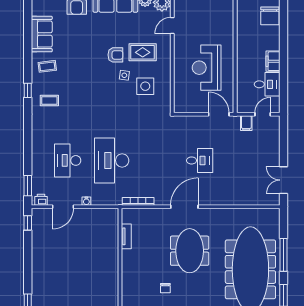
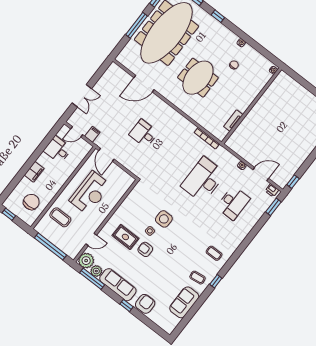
chair: (270, 16) -> (31, 202), moved
coffee table: (216, 24) -> (60, 217), added
filing cabinet: (273, 61) -> (34, 172), moved
side table: (145, 86) -> (164, 219), moved
window: (28, 90) -> (216, 281), moved
desk: (112, 160) -> (203, 180), turned 180
double door: (283, 180) -> (82, 96), moved
door: (184, 207) -> (144, 84), moved

